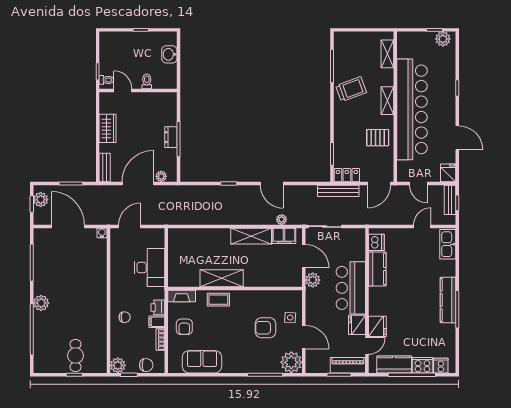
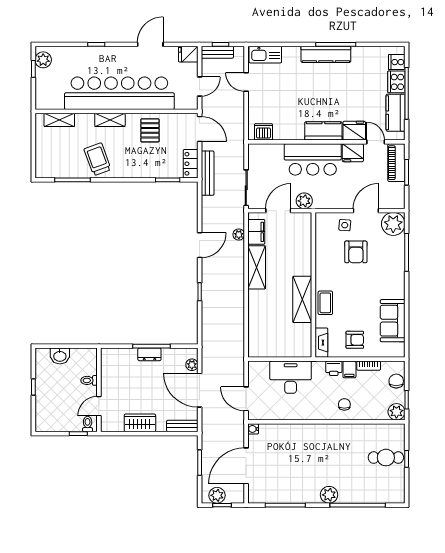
kitchen counter: (377, 269) -> (323, 131), moved

